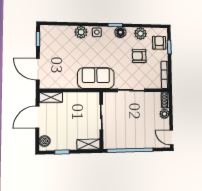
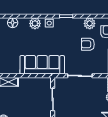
floor lamp: (120, 32) -> (13, 23), moved
sofa: (96, 78) -> (42, 65), width x1.36

